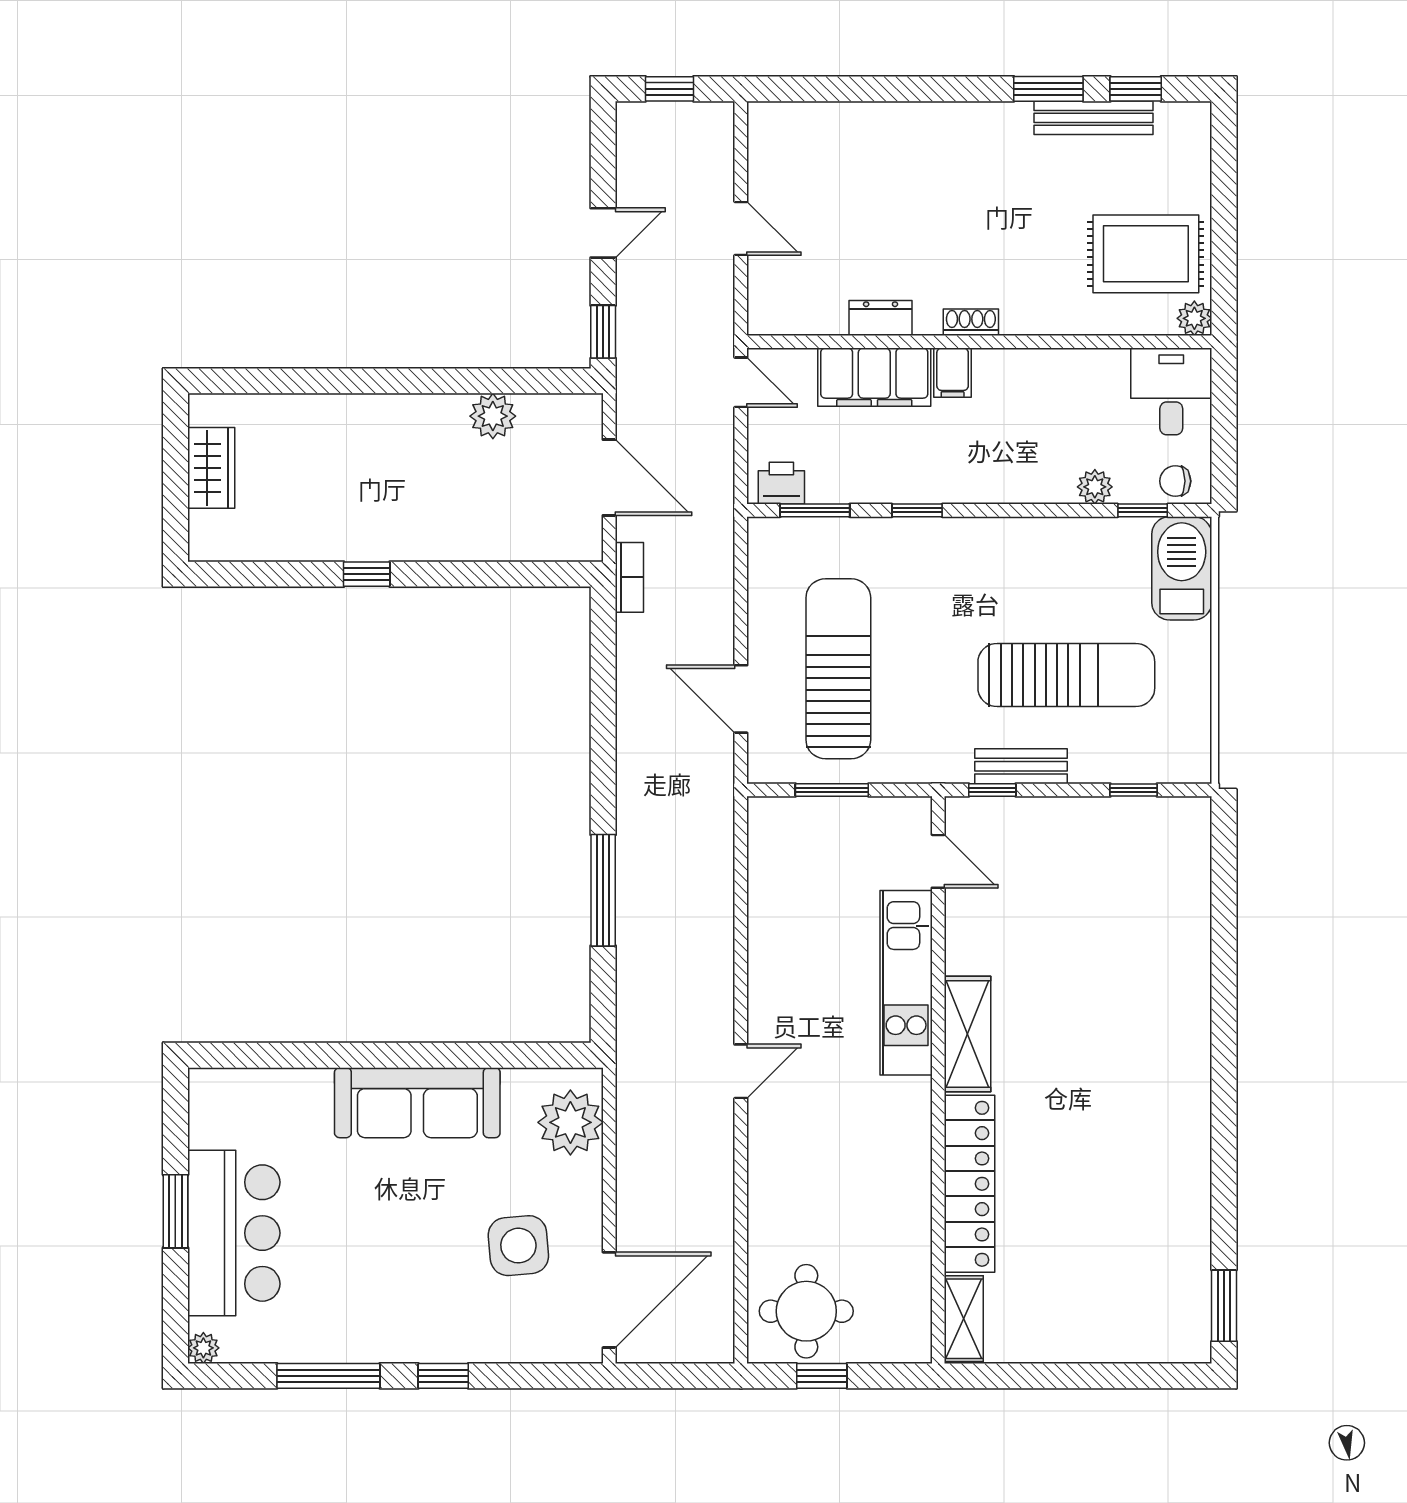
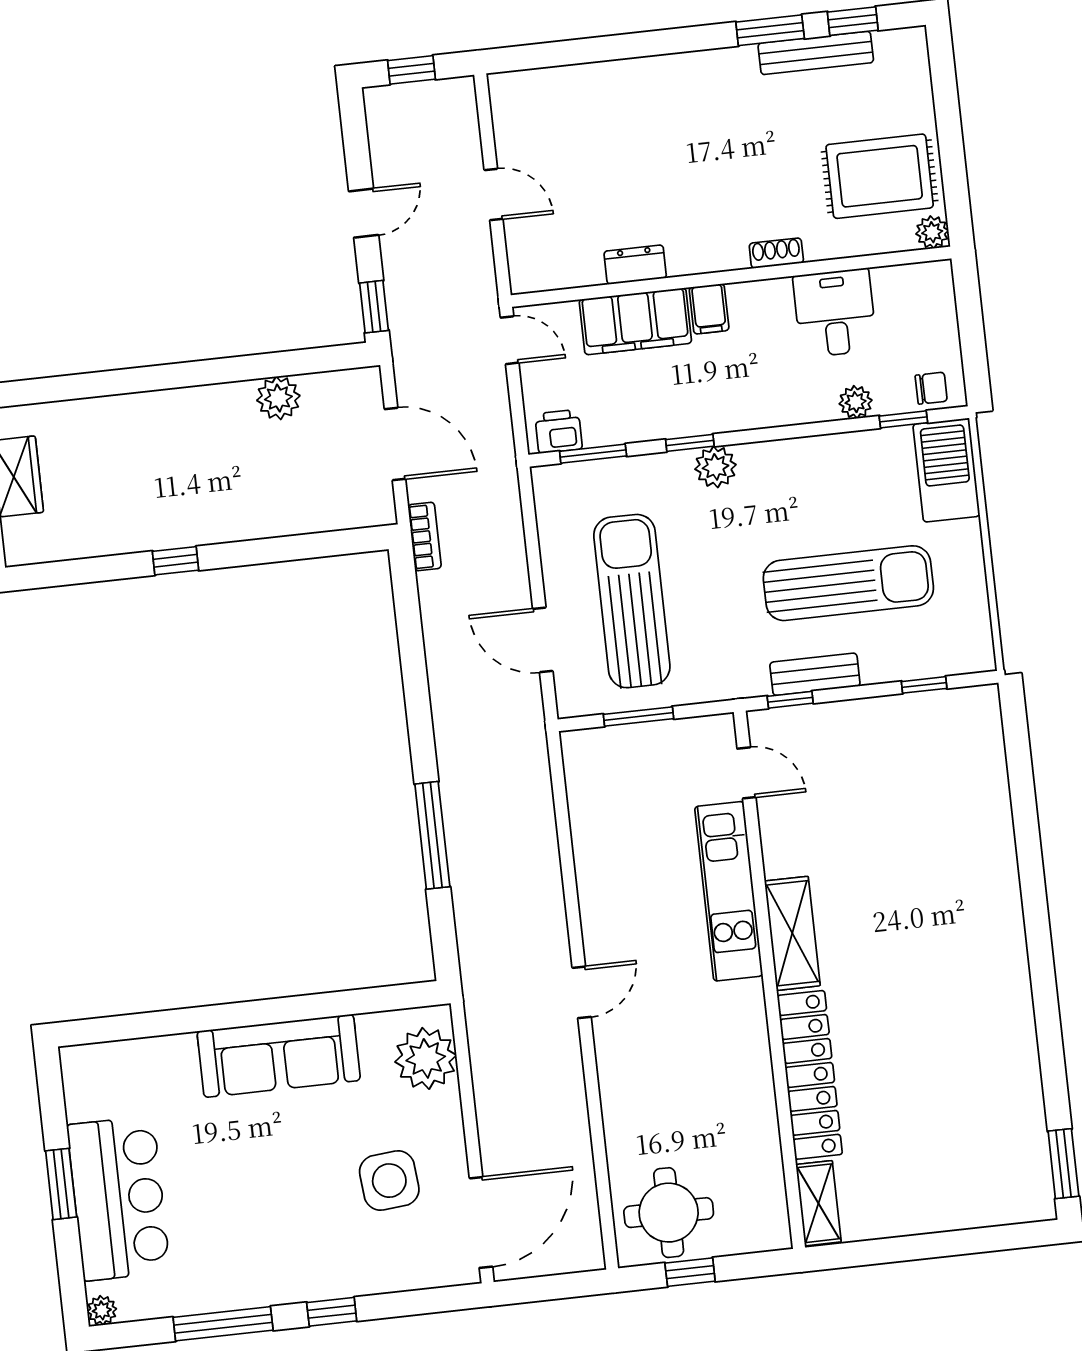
shoe rack: (971, 322) -> (776, 253), moved
desk: (1171, 391) -> (835, 313), moved
chair: (1175, 481) -> (931, 388), turned 180
plant: (941, 538) -> (716, 467), added

